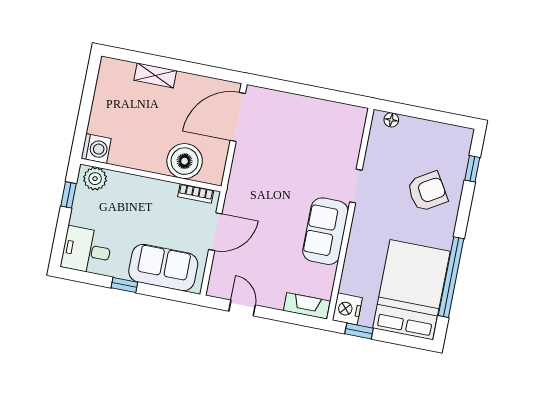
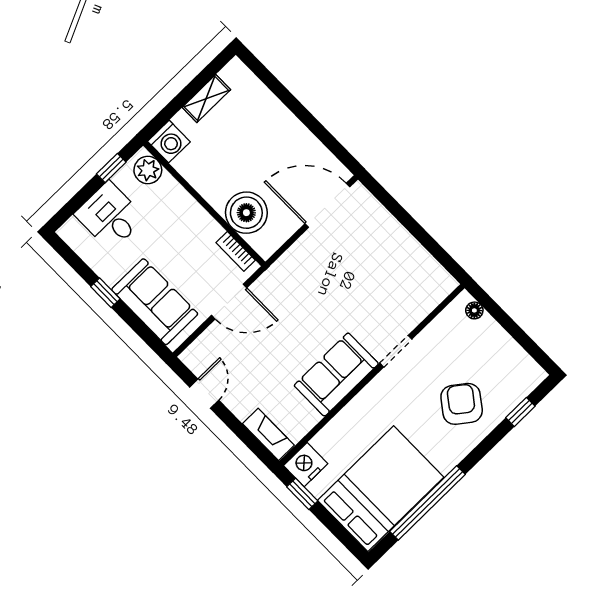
shelving: (155, 75) -> (206, 99), moved, turned 90
armchair: (427, 191) -> (462, 404), turned -112
desk: (86, 250) -> (110, 216), moved

